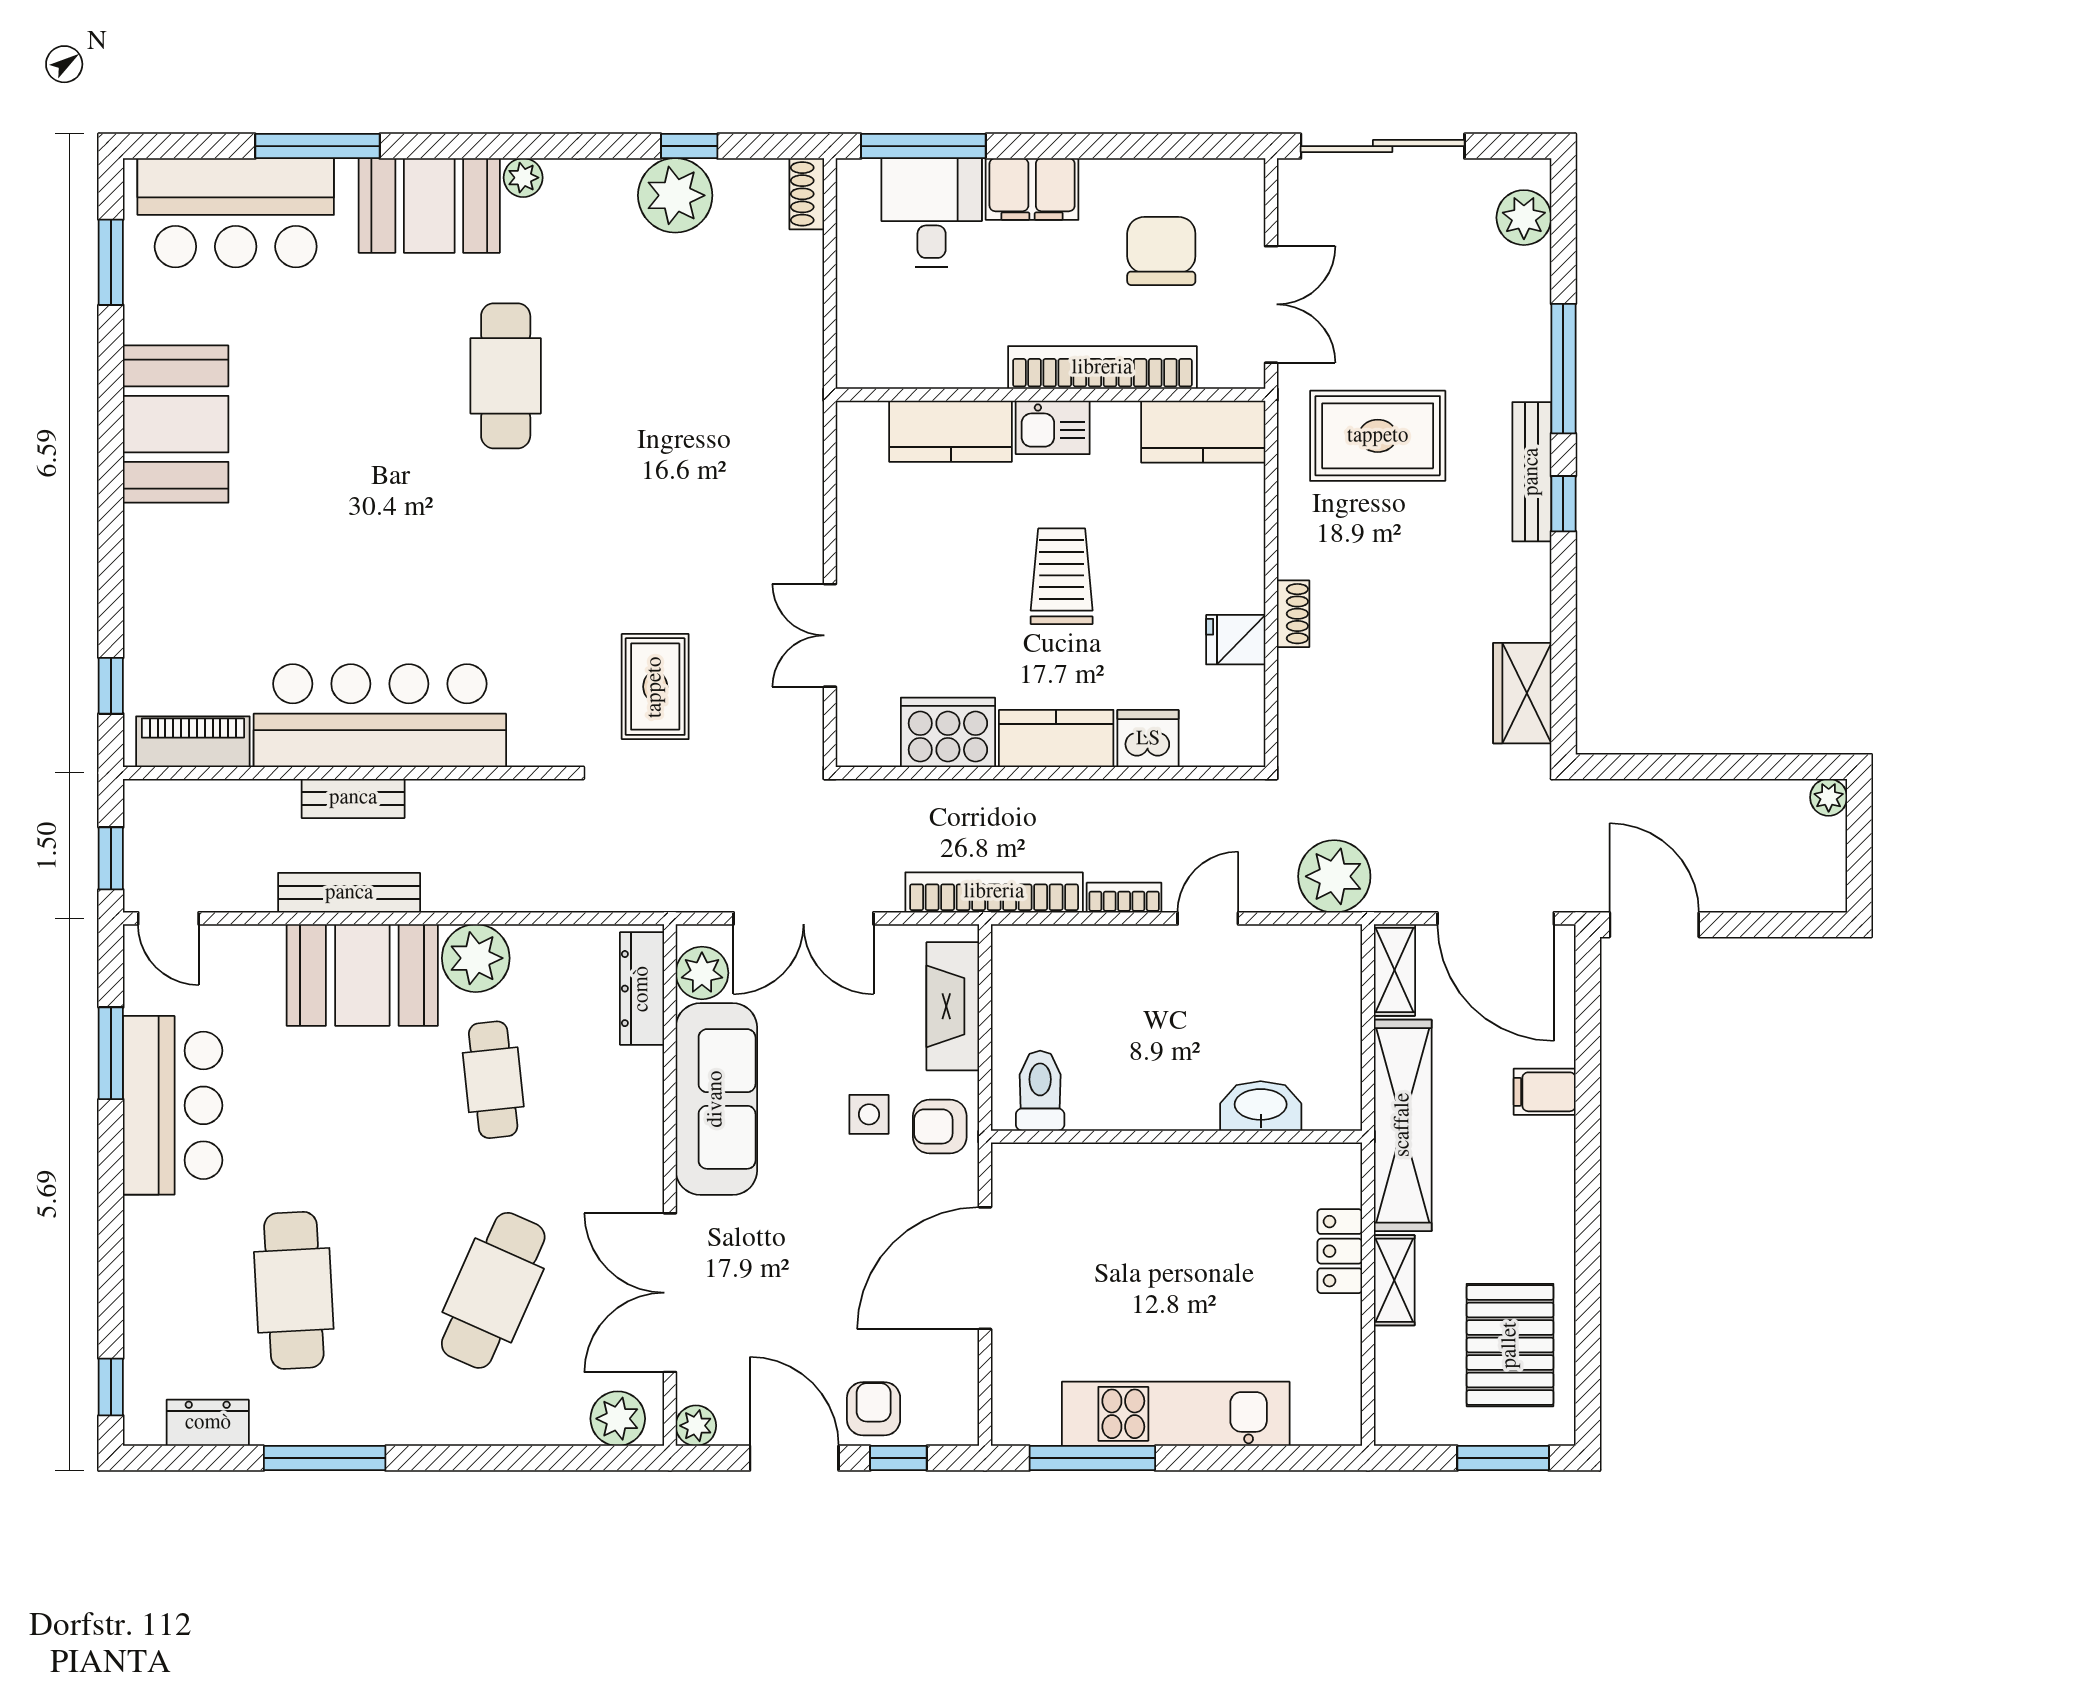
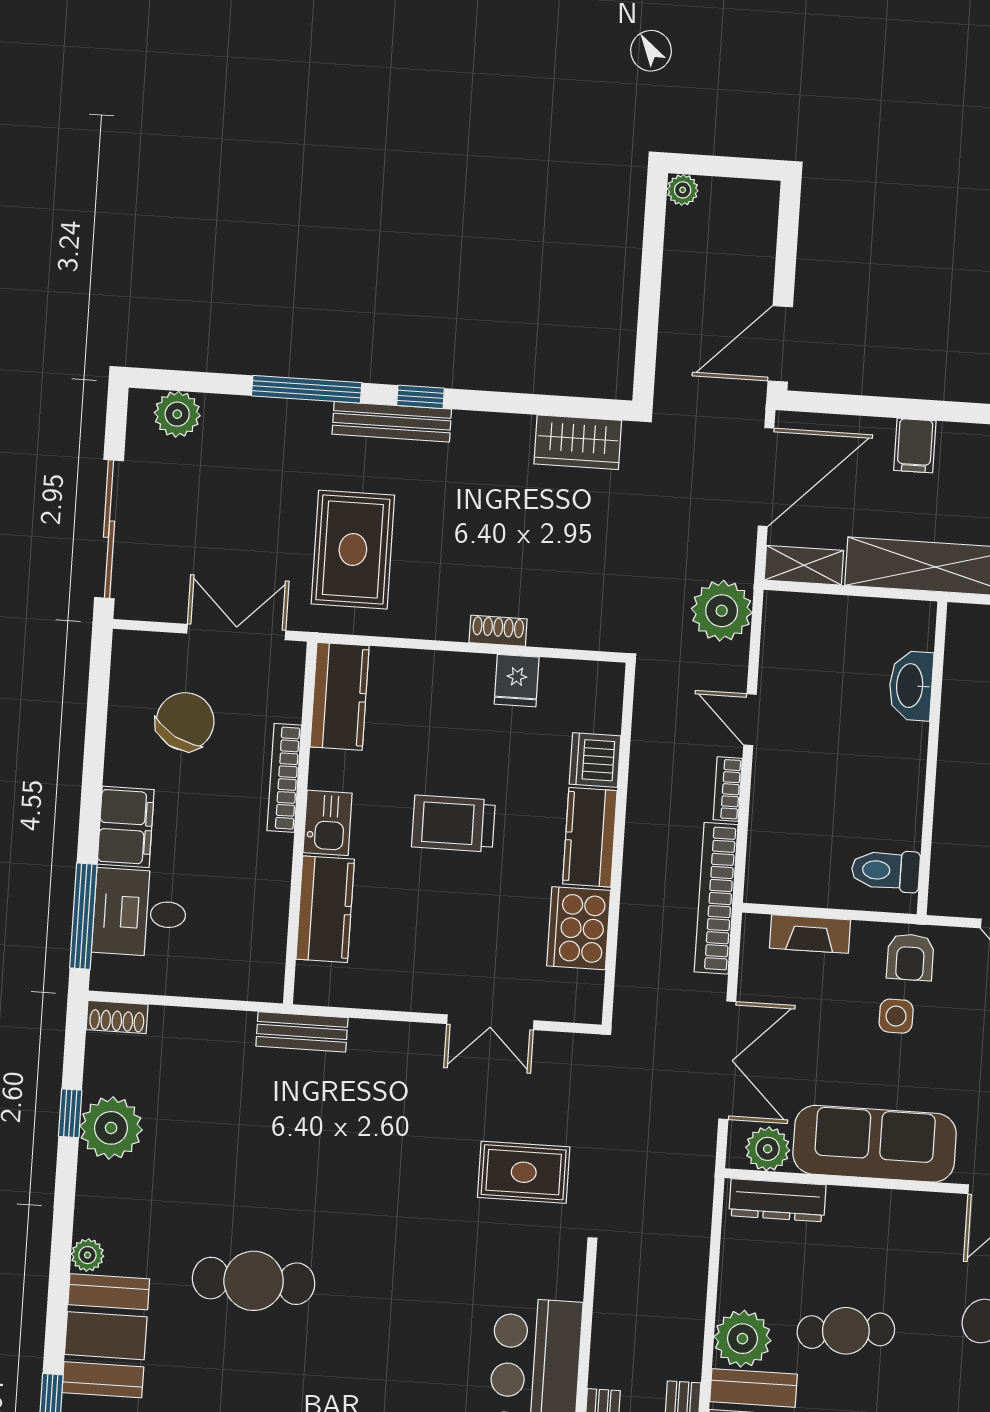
chair: (1161, 251) -> (185, 721), turned 119
bookcase: (1102, 368) -> (284, 778), width x0.68, depth x0.76
bench: (804, 413) -> (302, 1032), added
fireplace: (953, 1006) -> (810, 934), width x0.73, depth x0.76

